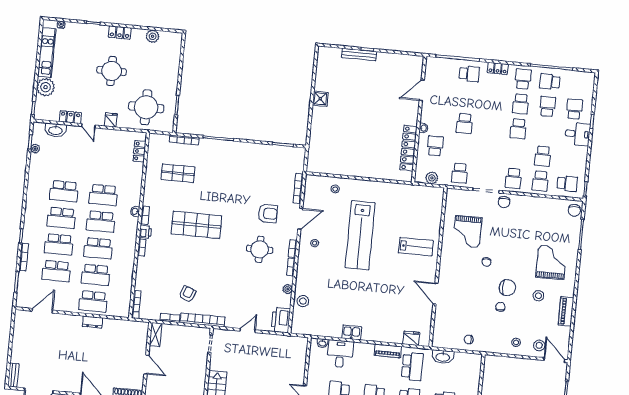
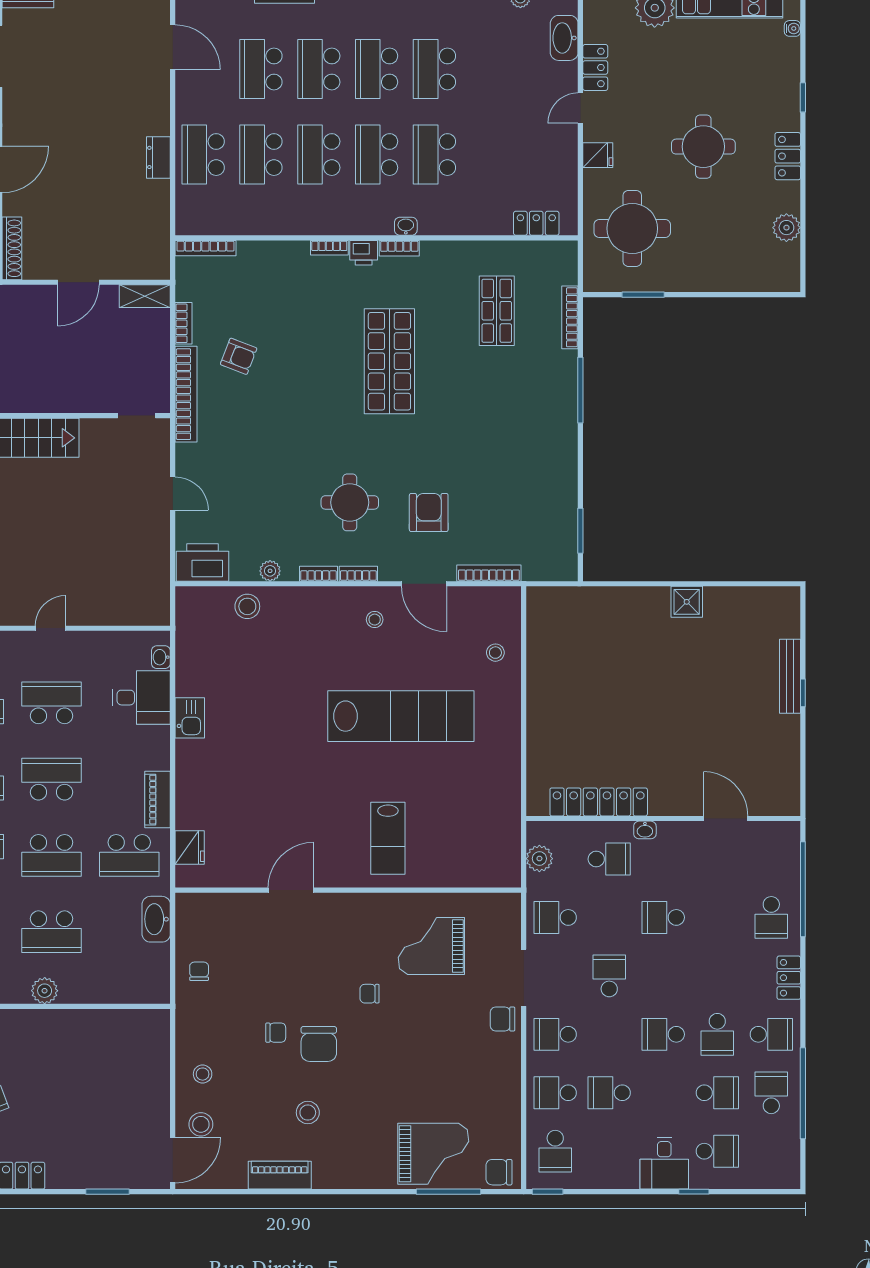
school desk: (521, 104) -> (717, 1034), turned -90
school desk: (489, 151) -> (609, 976), added
armchair: (268, 213) -> (429, 512), turned 180
lab bench: (360, 235) -> (401, 716), turned 180
grand piano: (551, 262) -> (433, 1154), moved

